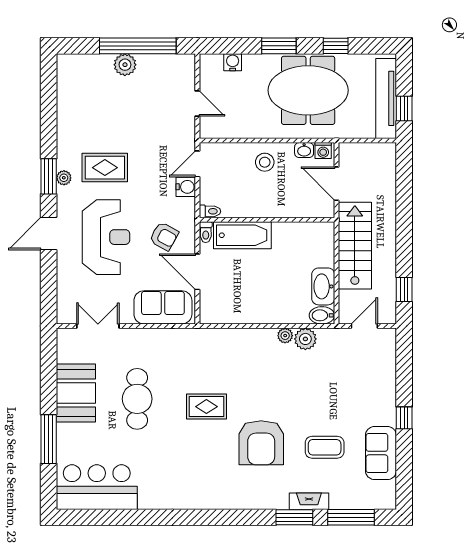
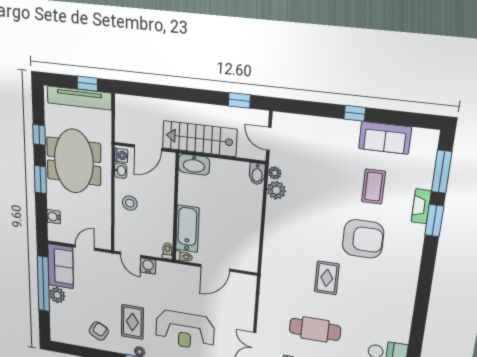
armchair: (164, 236) -> (99, 331), moved
reception desk: (106, 237) -> (185, 330), turned 180
washbasin: (323, 286) -> (194, 165), moved
sofa: (163, 307) -> (61, 266), moved, turned 180
plant: (285, 336) -> (275, 173), moved

